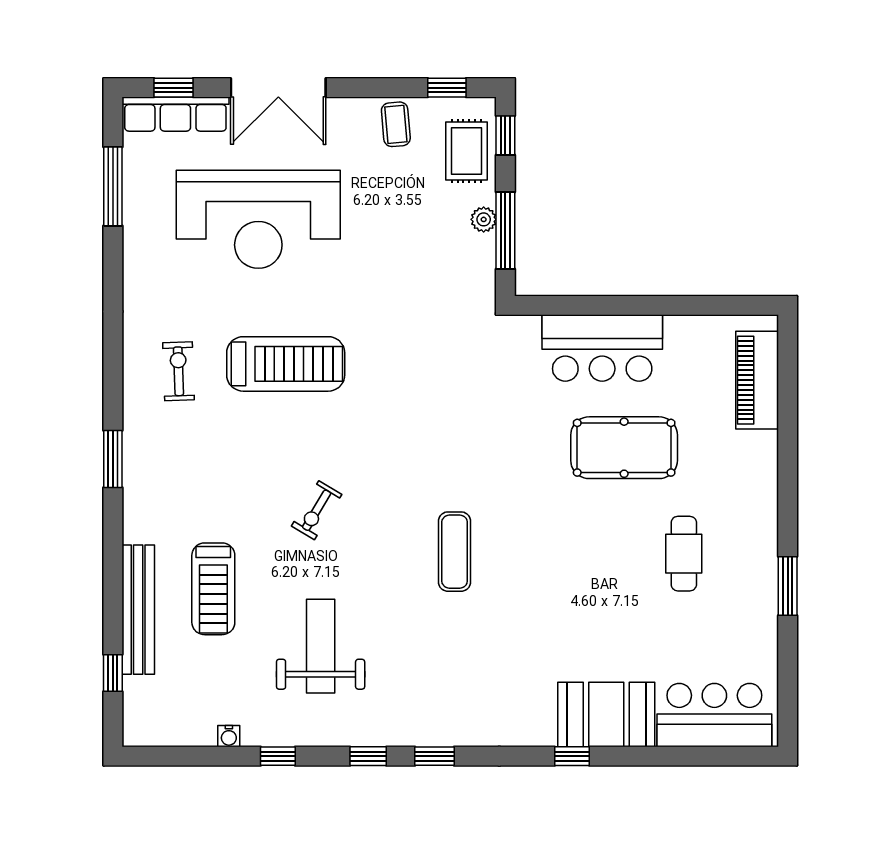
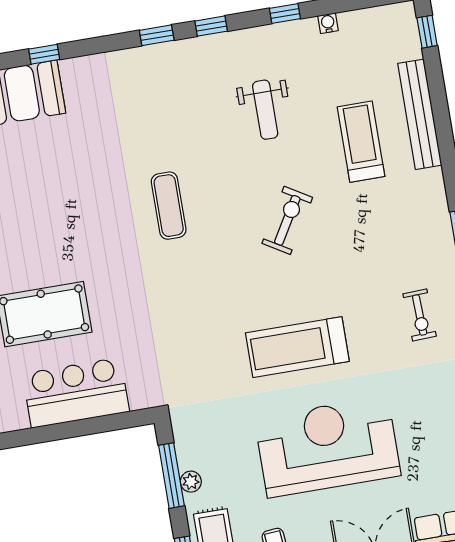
reception desk: (258, 219) -> (327, 447), moved
treadmill: (286, 364) -> (297, 347), moved
exercise bike: (317, 510) -> (287, 220), width x1.38, depth x1.39
weight bench: (321, 646) -> (265, 110), width x0.73, depth x0.75
window: (113, 673) -> (427, 32), moved

